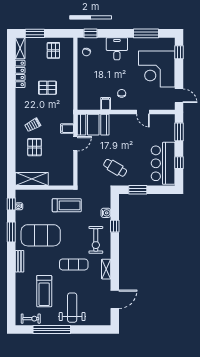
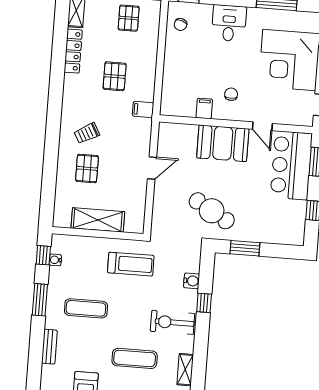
pallet: (47, 88) -> (115, 76), turned 90
booth: (93, 125) -> (223, 143), moved
filing cabinet: (67, 129) -> (143, 109), moved
bar counter: (163, 163) -> (291, 165), moved
cafe table: (115, 168) -> (212, 211), width x1.37, depth x1.35
shelving: (32, 179) -> (98, 220), moved
exercise mat: (41, 235) -> (86, 308), width x0.50, depth x0.69
exercise bike: (96, 240) -> (172, 322), turned 90

